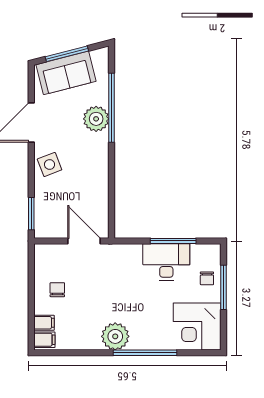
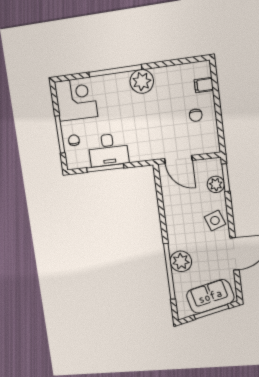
plant: (44, 207) -> (216, 184), added
filing cabinet: (44, 340) -> (202, 70), removed

